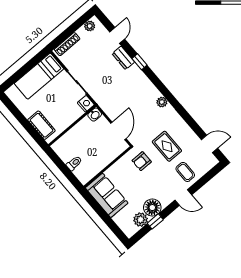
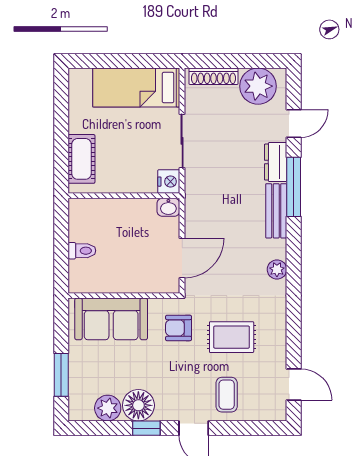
plant: (90, 26) -> (258, 86), width x1.88, depth x1.88
window: (140, 62) -> (294, 187), width x2.17
bench: (141, 78) -> (276, 211), added
rug: (167, 146) -> (232, 337), turned 90
sofa: (107, 195) -> (111, 319), moved, turned 90
window: (155, 221) -> (146, 428), moved
window: (109, 222) -> (61, 375), added

